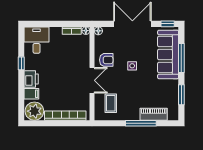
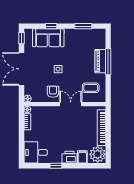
sofa: (168, 54) -> (48, 38), width x0.73
window: (181, 58) -> (51, 26), width x0.46
piano: (154, 114) -> (100, 61), moved

